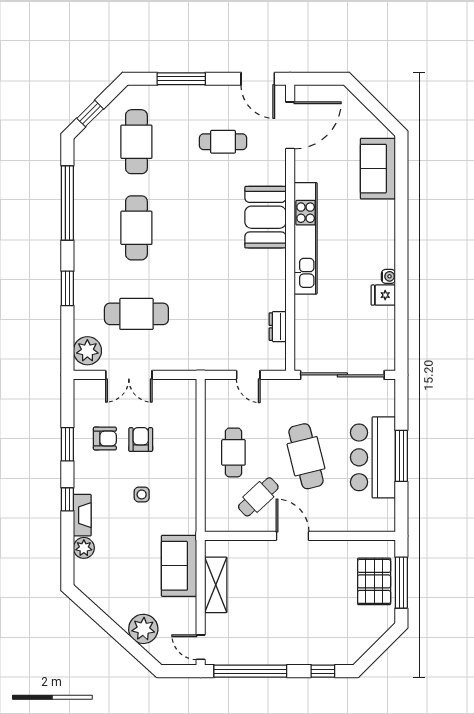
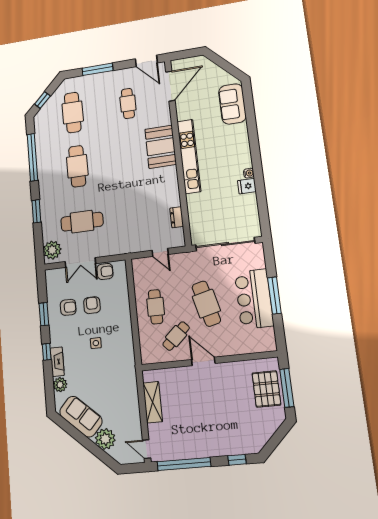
cafe table: (223, 142) -> (128, 103), turned 90
armchair: (165, 393) -> (105, 272), added
sofa: (179, 566) -> (81, 417), moved, turned 132

